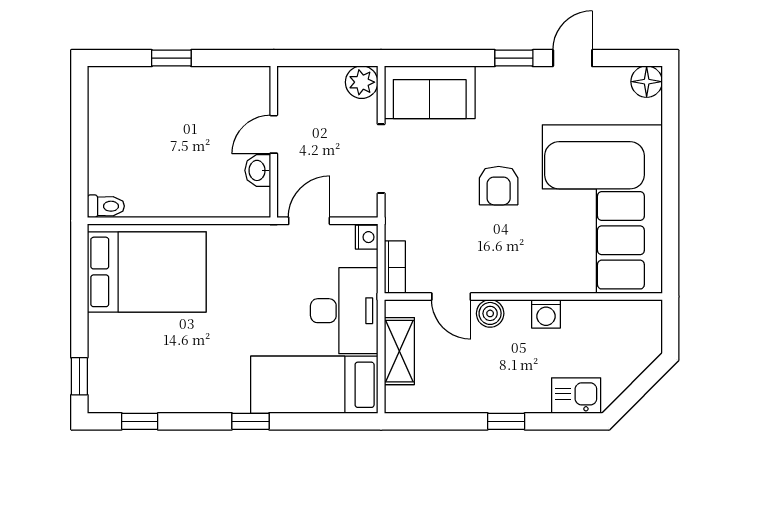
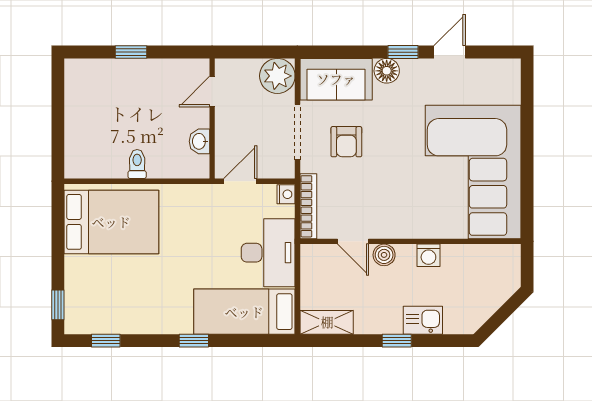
plant: (362, 82) -> (277, 76), width x1.36, depth x1.36
floor lamp: (647, 82) -> (387, 71), moved
door: (274, 134) -> (212, 92), moved
armchair: (499, 186) -> (346, 142), moved
toilet: (106, 206) -> (137, 164), moved, turned -90
bookcase: (395, 267) -> (308, 206), width x1.56
shelving: (399, 351) -> (327, 322), moved, turned 90
kitchen sink: (576, 396) -> (423, 320), moved

